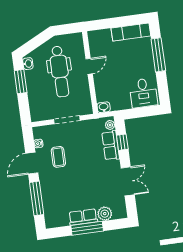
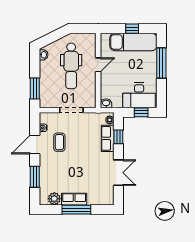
window: (121, 22) -> (132, 29), added
exam couch: (131, 32) -> (133, 42), width x1.36, depth x1.45
window: (21, 82) -> (35, 88), moved
desk: (143, 93) -> (139, 95), width x1.37
window: (143, 112) -> (141, 112), added
window: (37, 198) -> (35, 177), width x0.69
plant: (105, 214) -> (54, 199), moved

